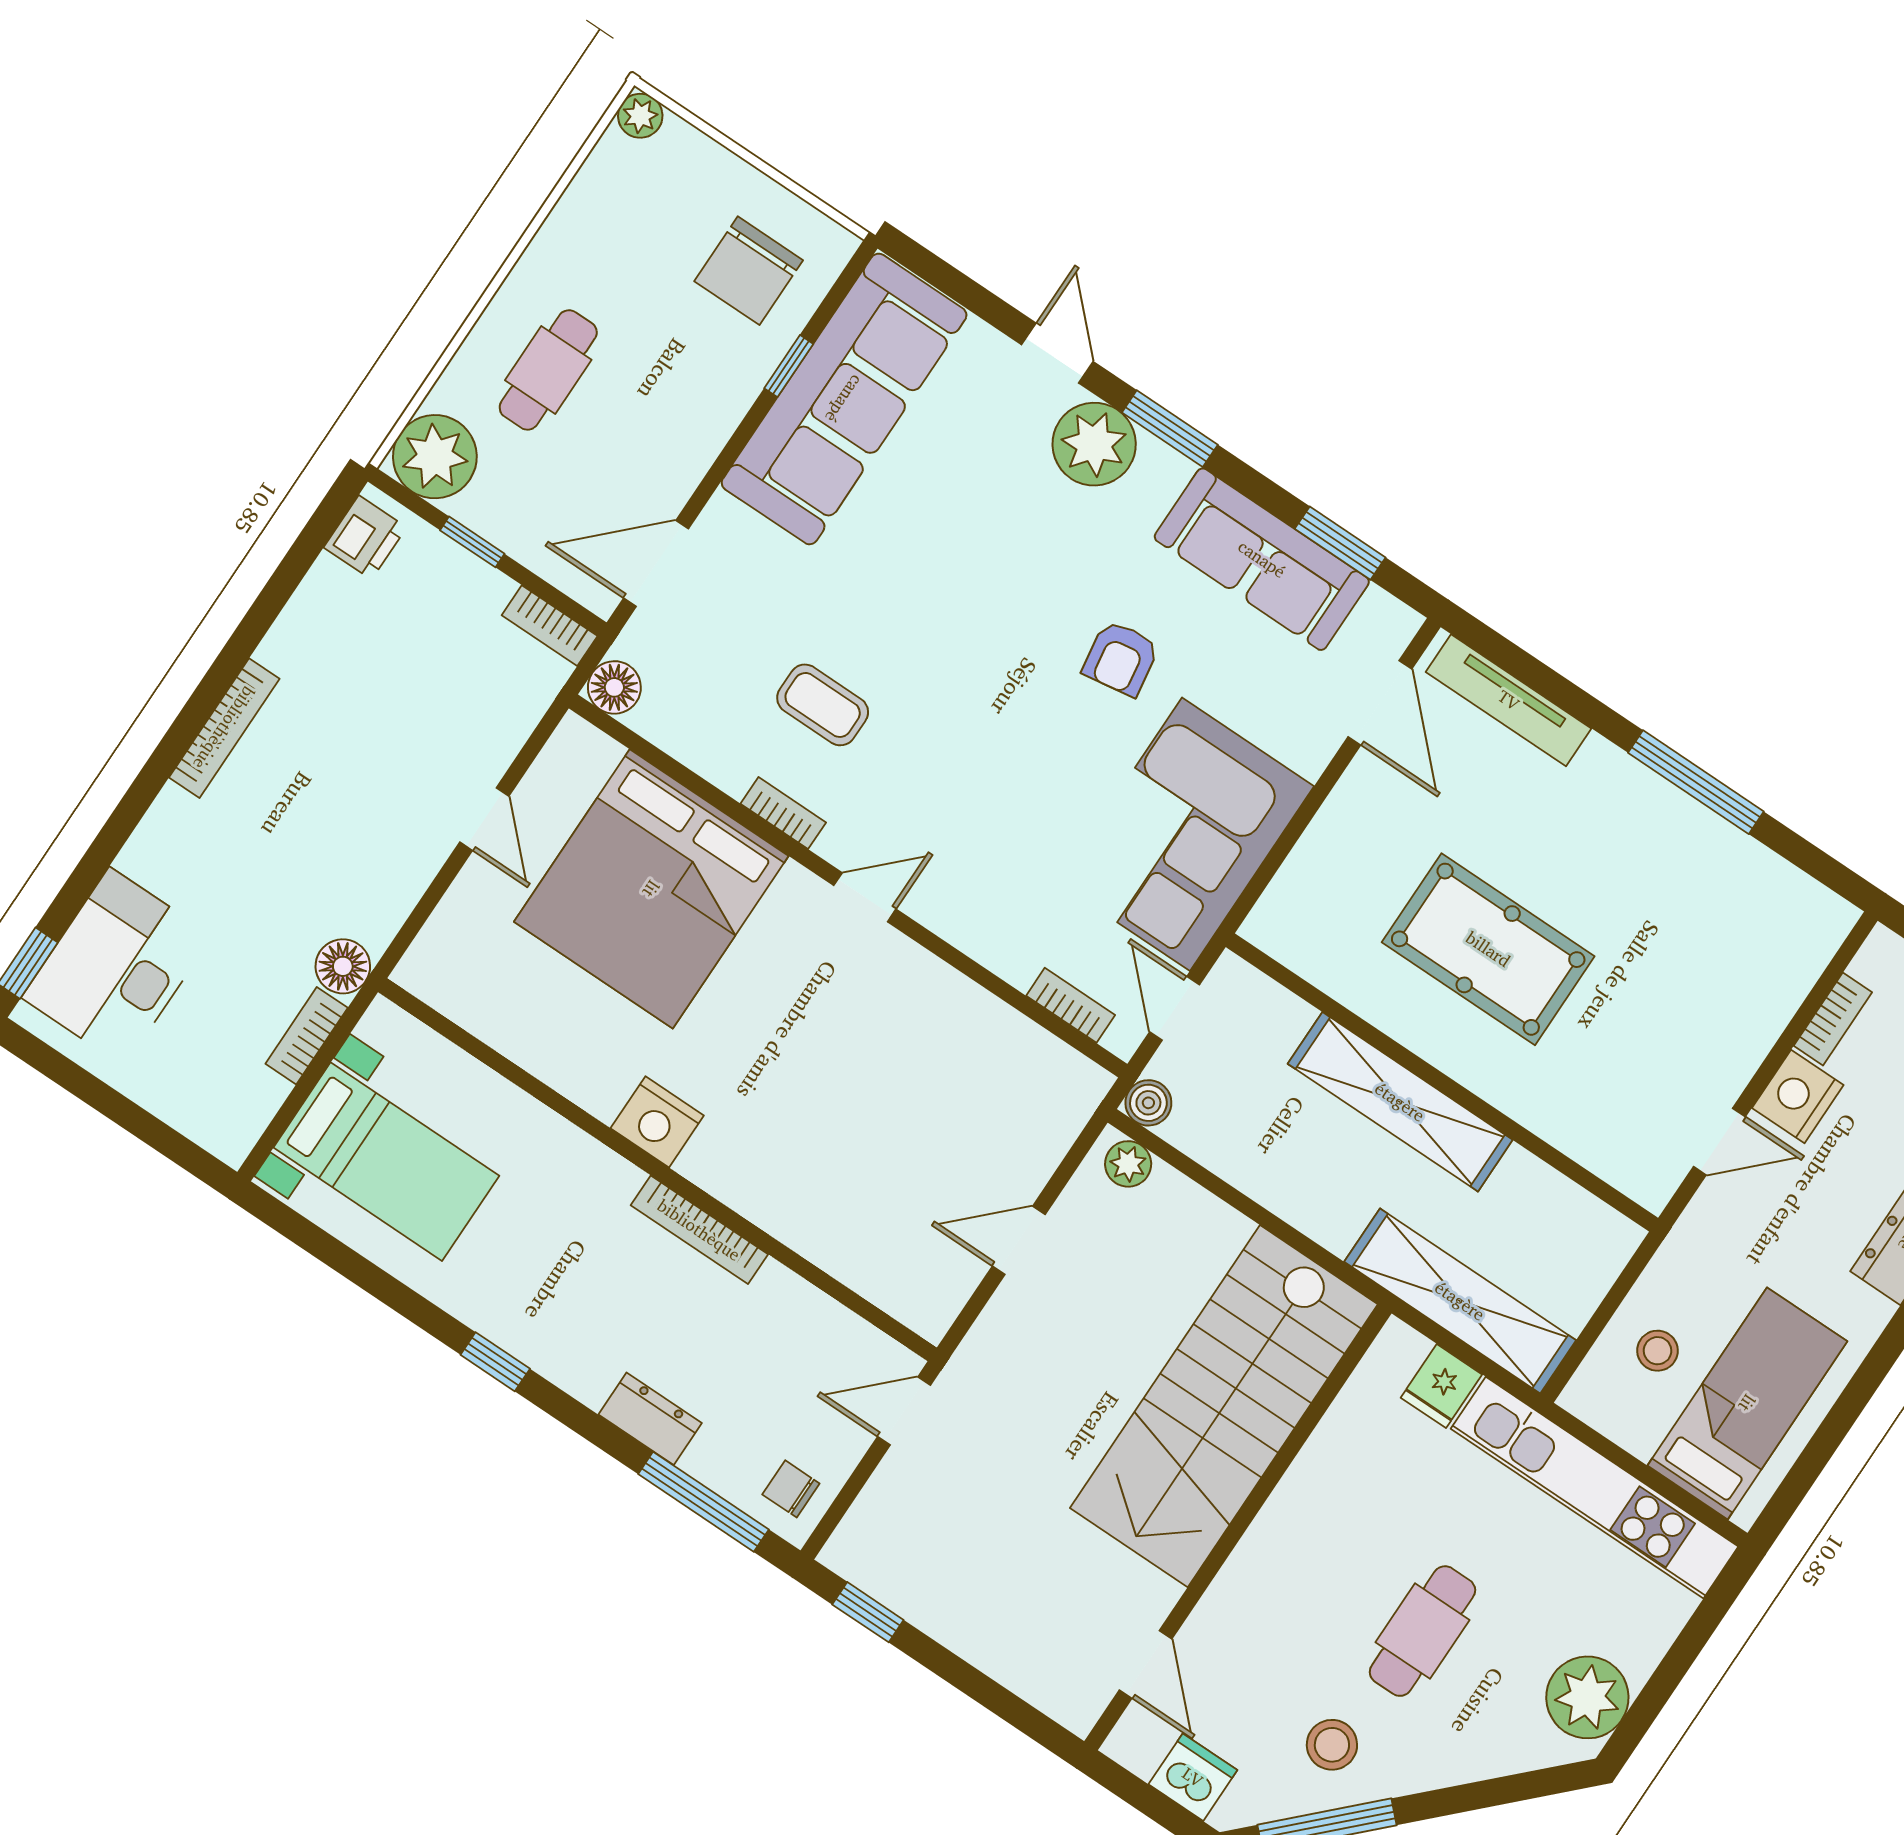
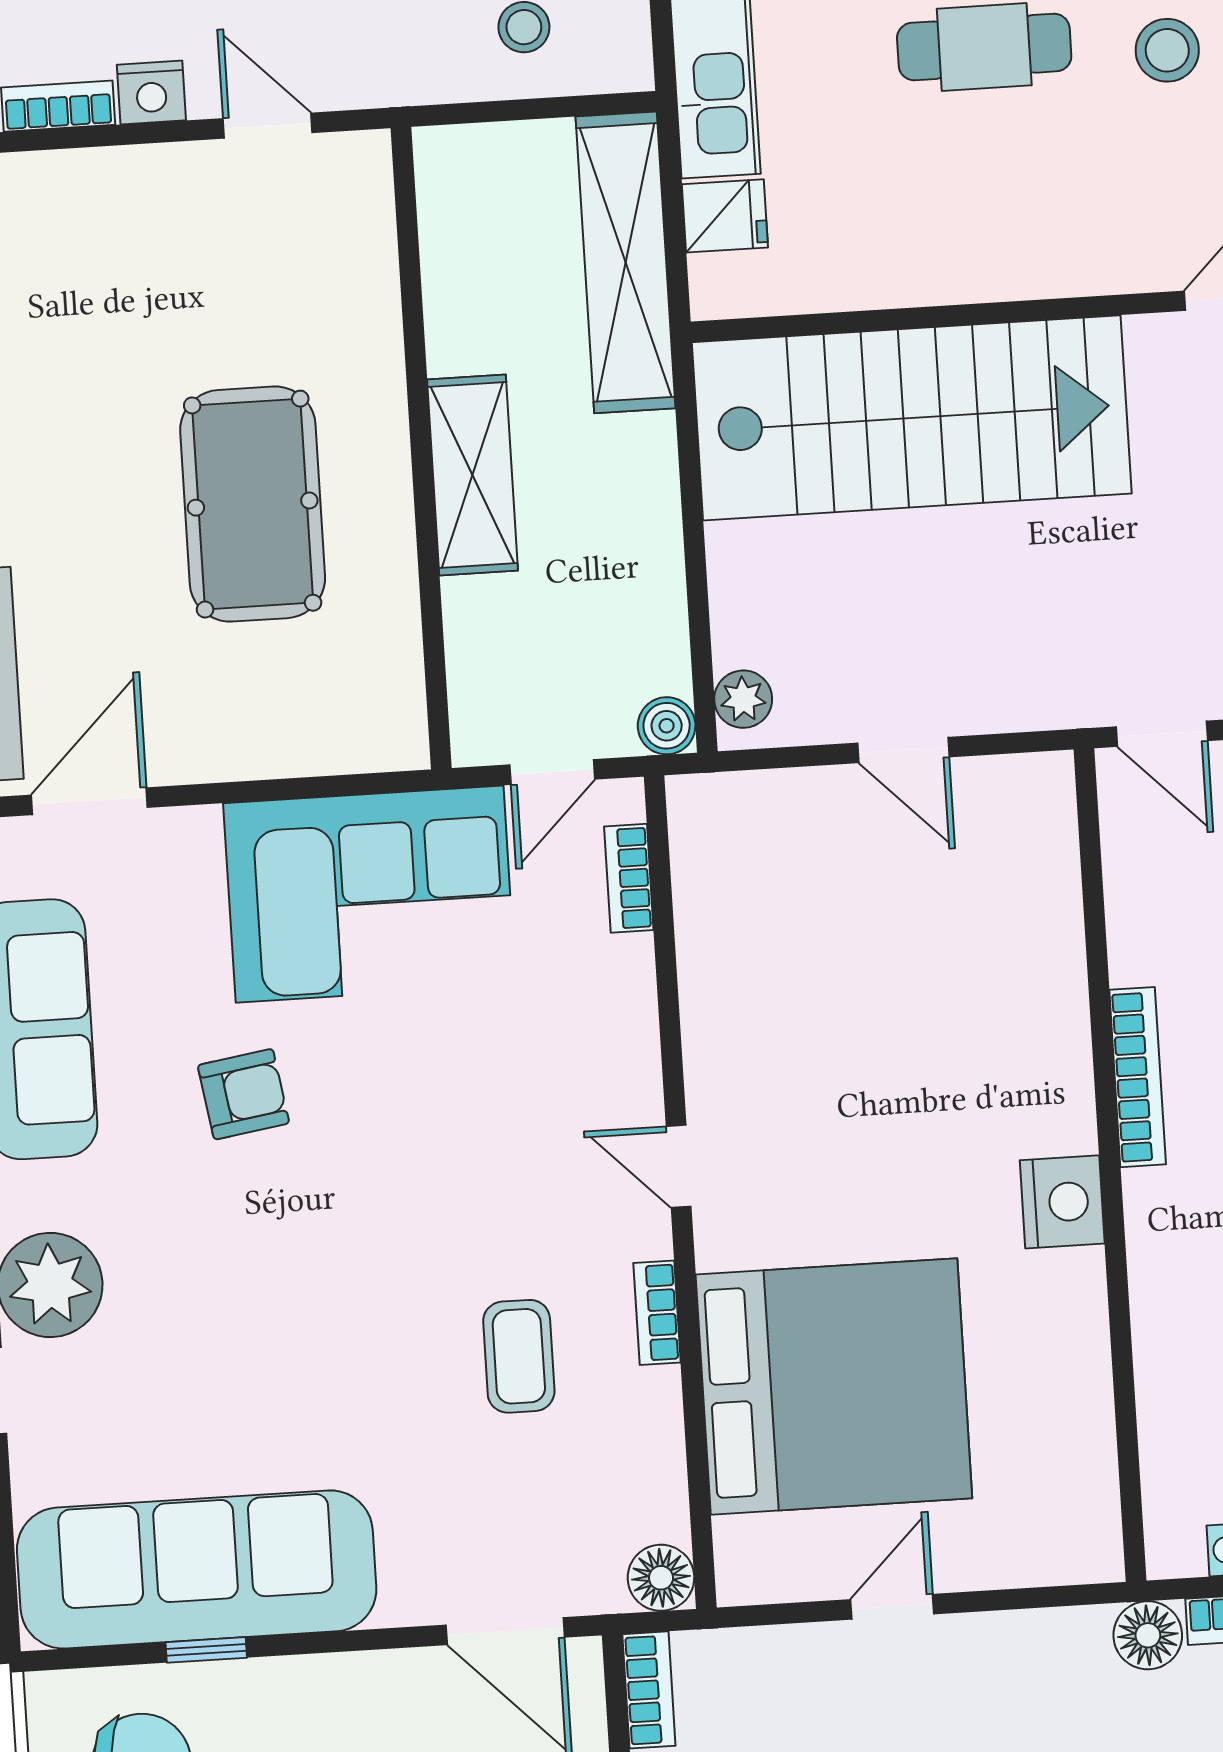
nightstand: (1798, 1096) -> (151, 93), width x0.74, depth x0.75
shelving: (1400, 1102) -> (472, 475), width x0.68

